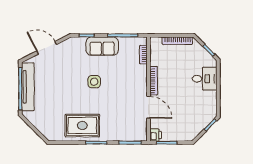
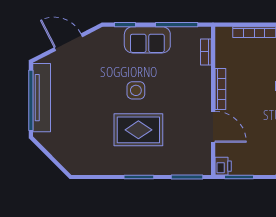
rug: (82, 125) -> (138, 130), moved

